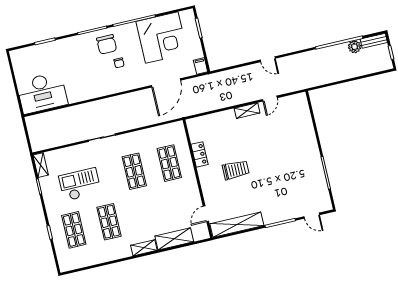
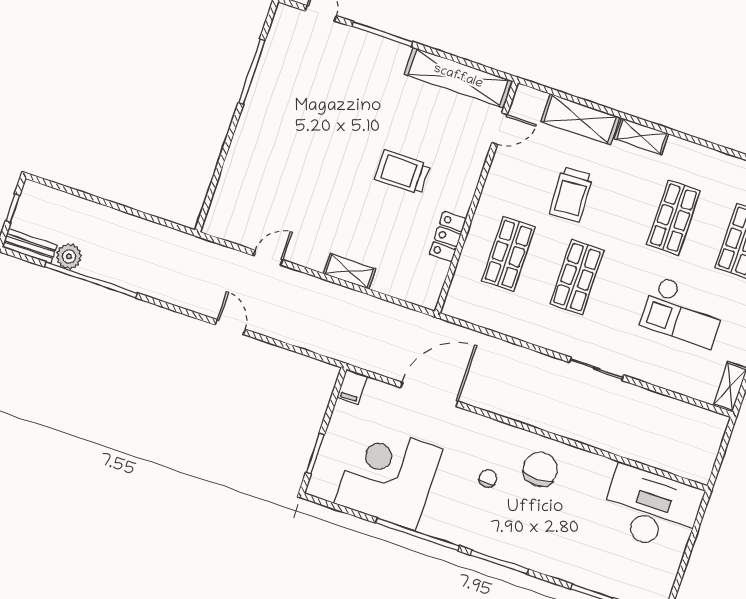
chair: (107, 44) -> (540, 469), moved
shelving: (247, 111) -> (350, 271), moved
trolley: (158, 205) -> (571, 195), added

